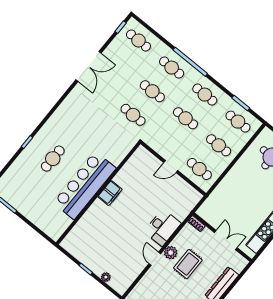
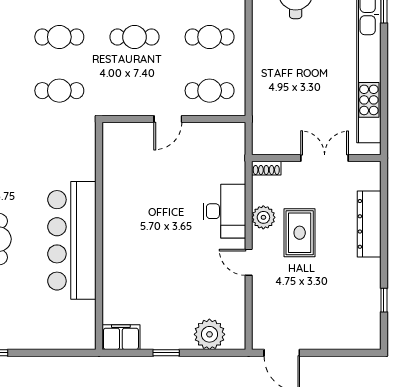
filing cabinet: (110, 193) -> (121, 337), moved, turned -90
plant: (171, 253) -> (263, 217), moved
plant: (106, 277) -> (209, 334), width x1.87, depth x1.87

